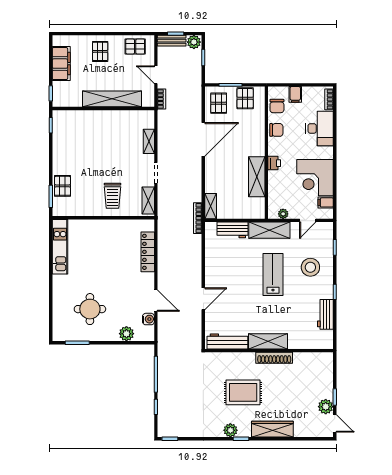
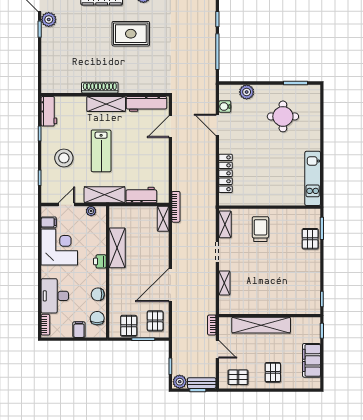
workbench: (227, 341) -> (146, 104), moved
shelving: (268, 341) -> (106, 104), moved
wall: (269, 351) -> (105, 95), moved
shoe rack: (274, 358) -> (100, 88), moved

